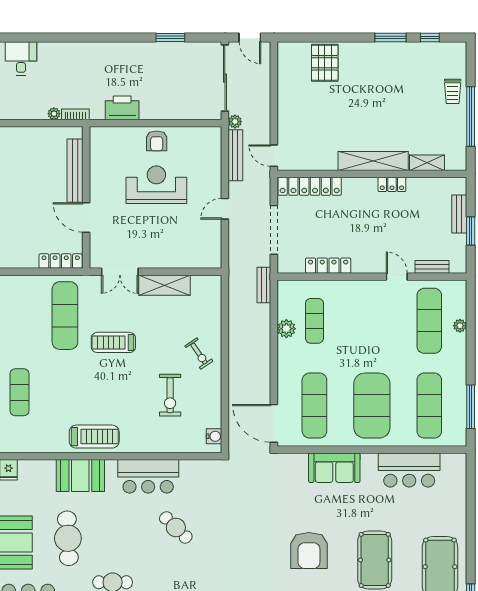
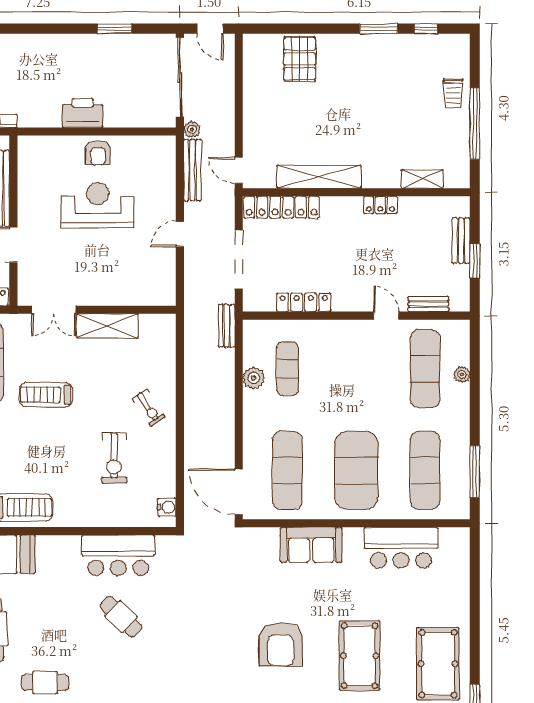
printer: (122, 108) -> (83, 113), moved
shelving: (373, 161) -> (319, 177), moved
bar counter: (148, 476) -> (118, 555), moved

